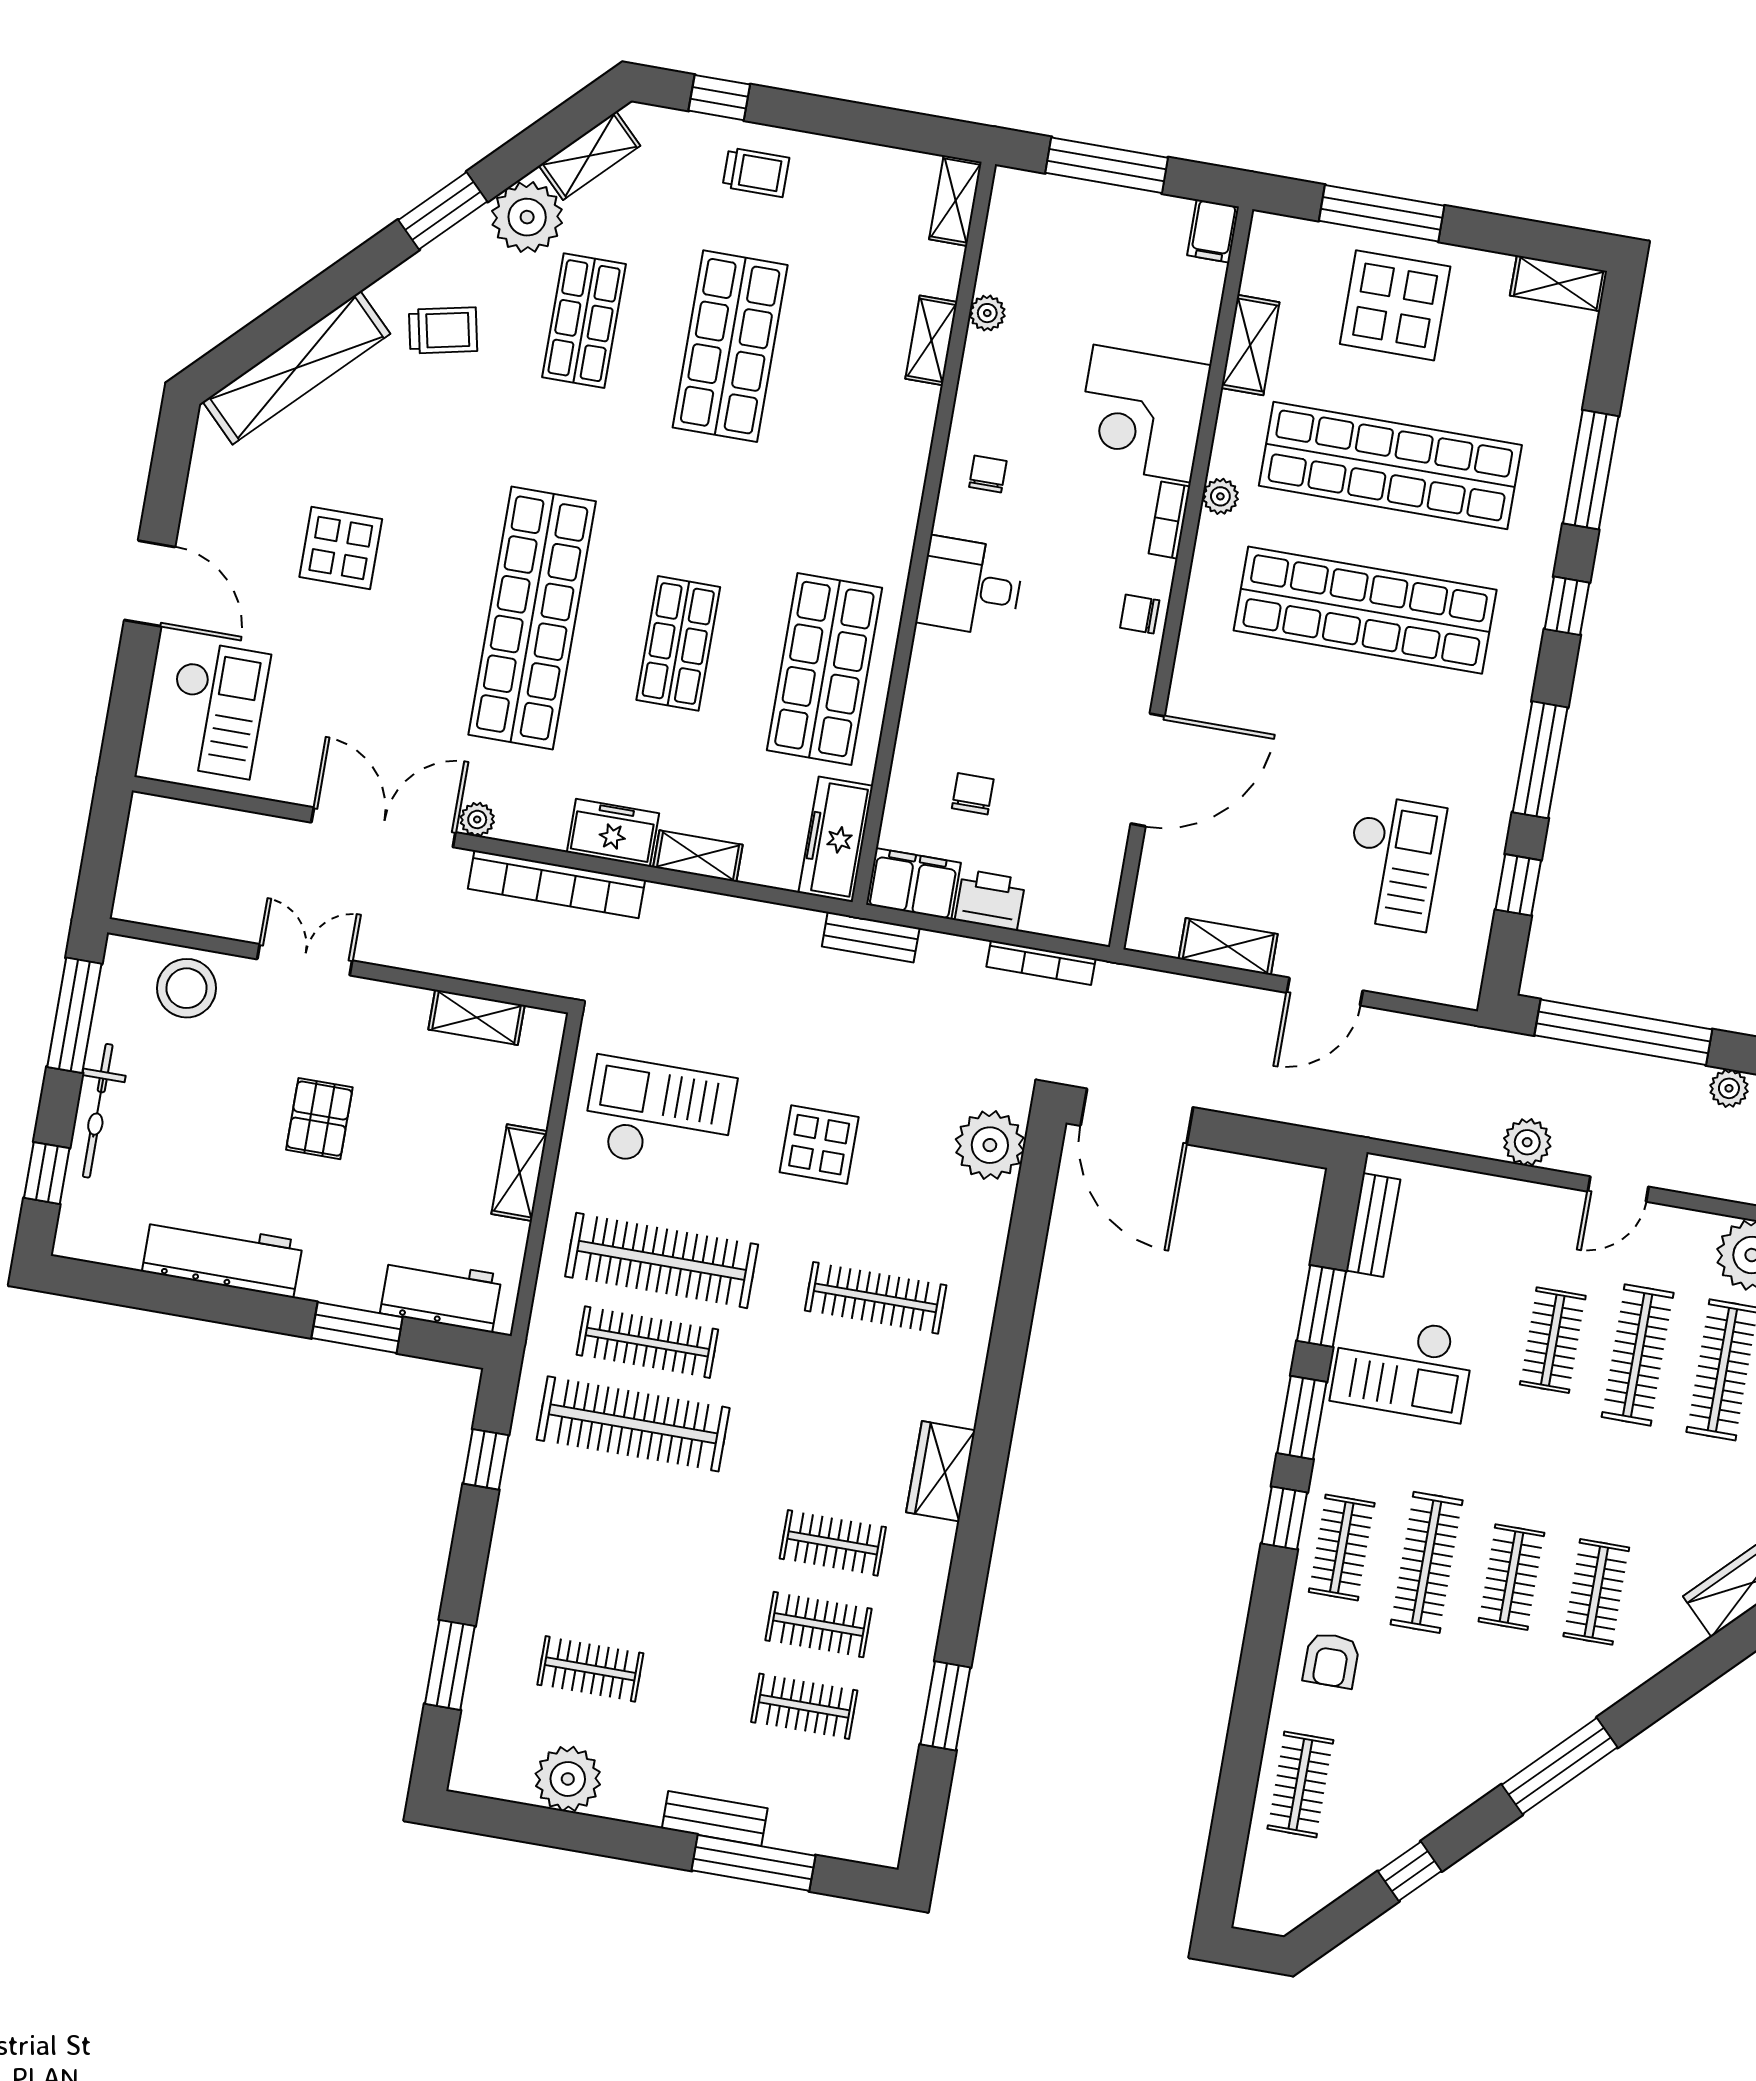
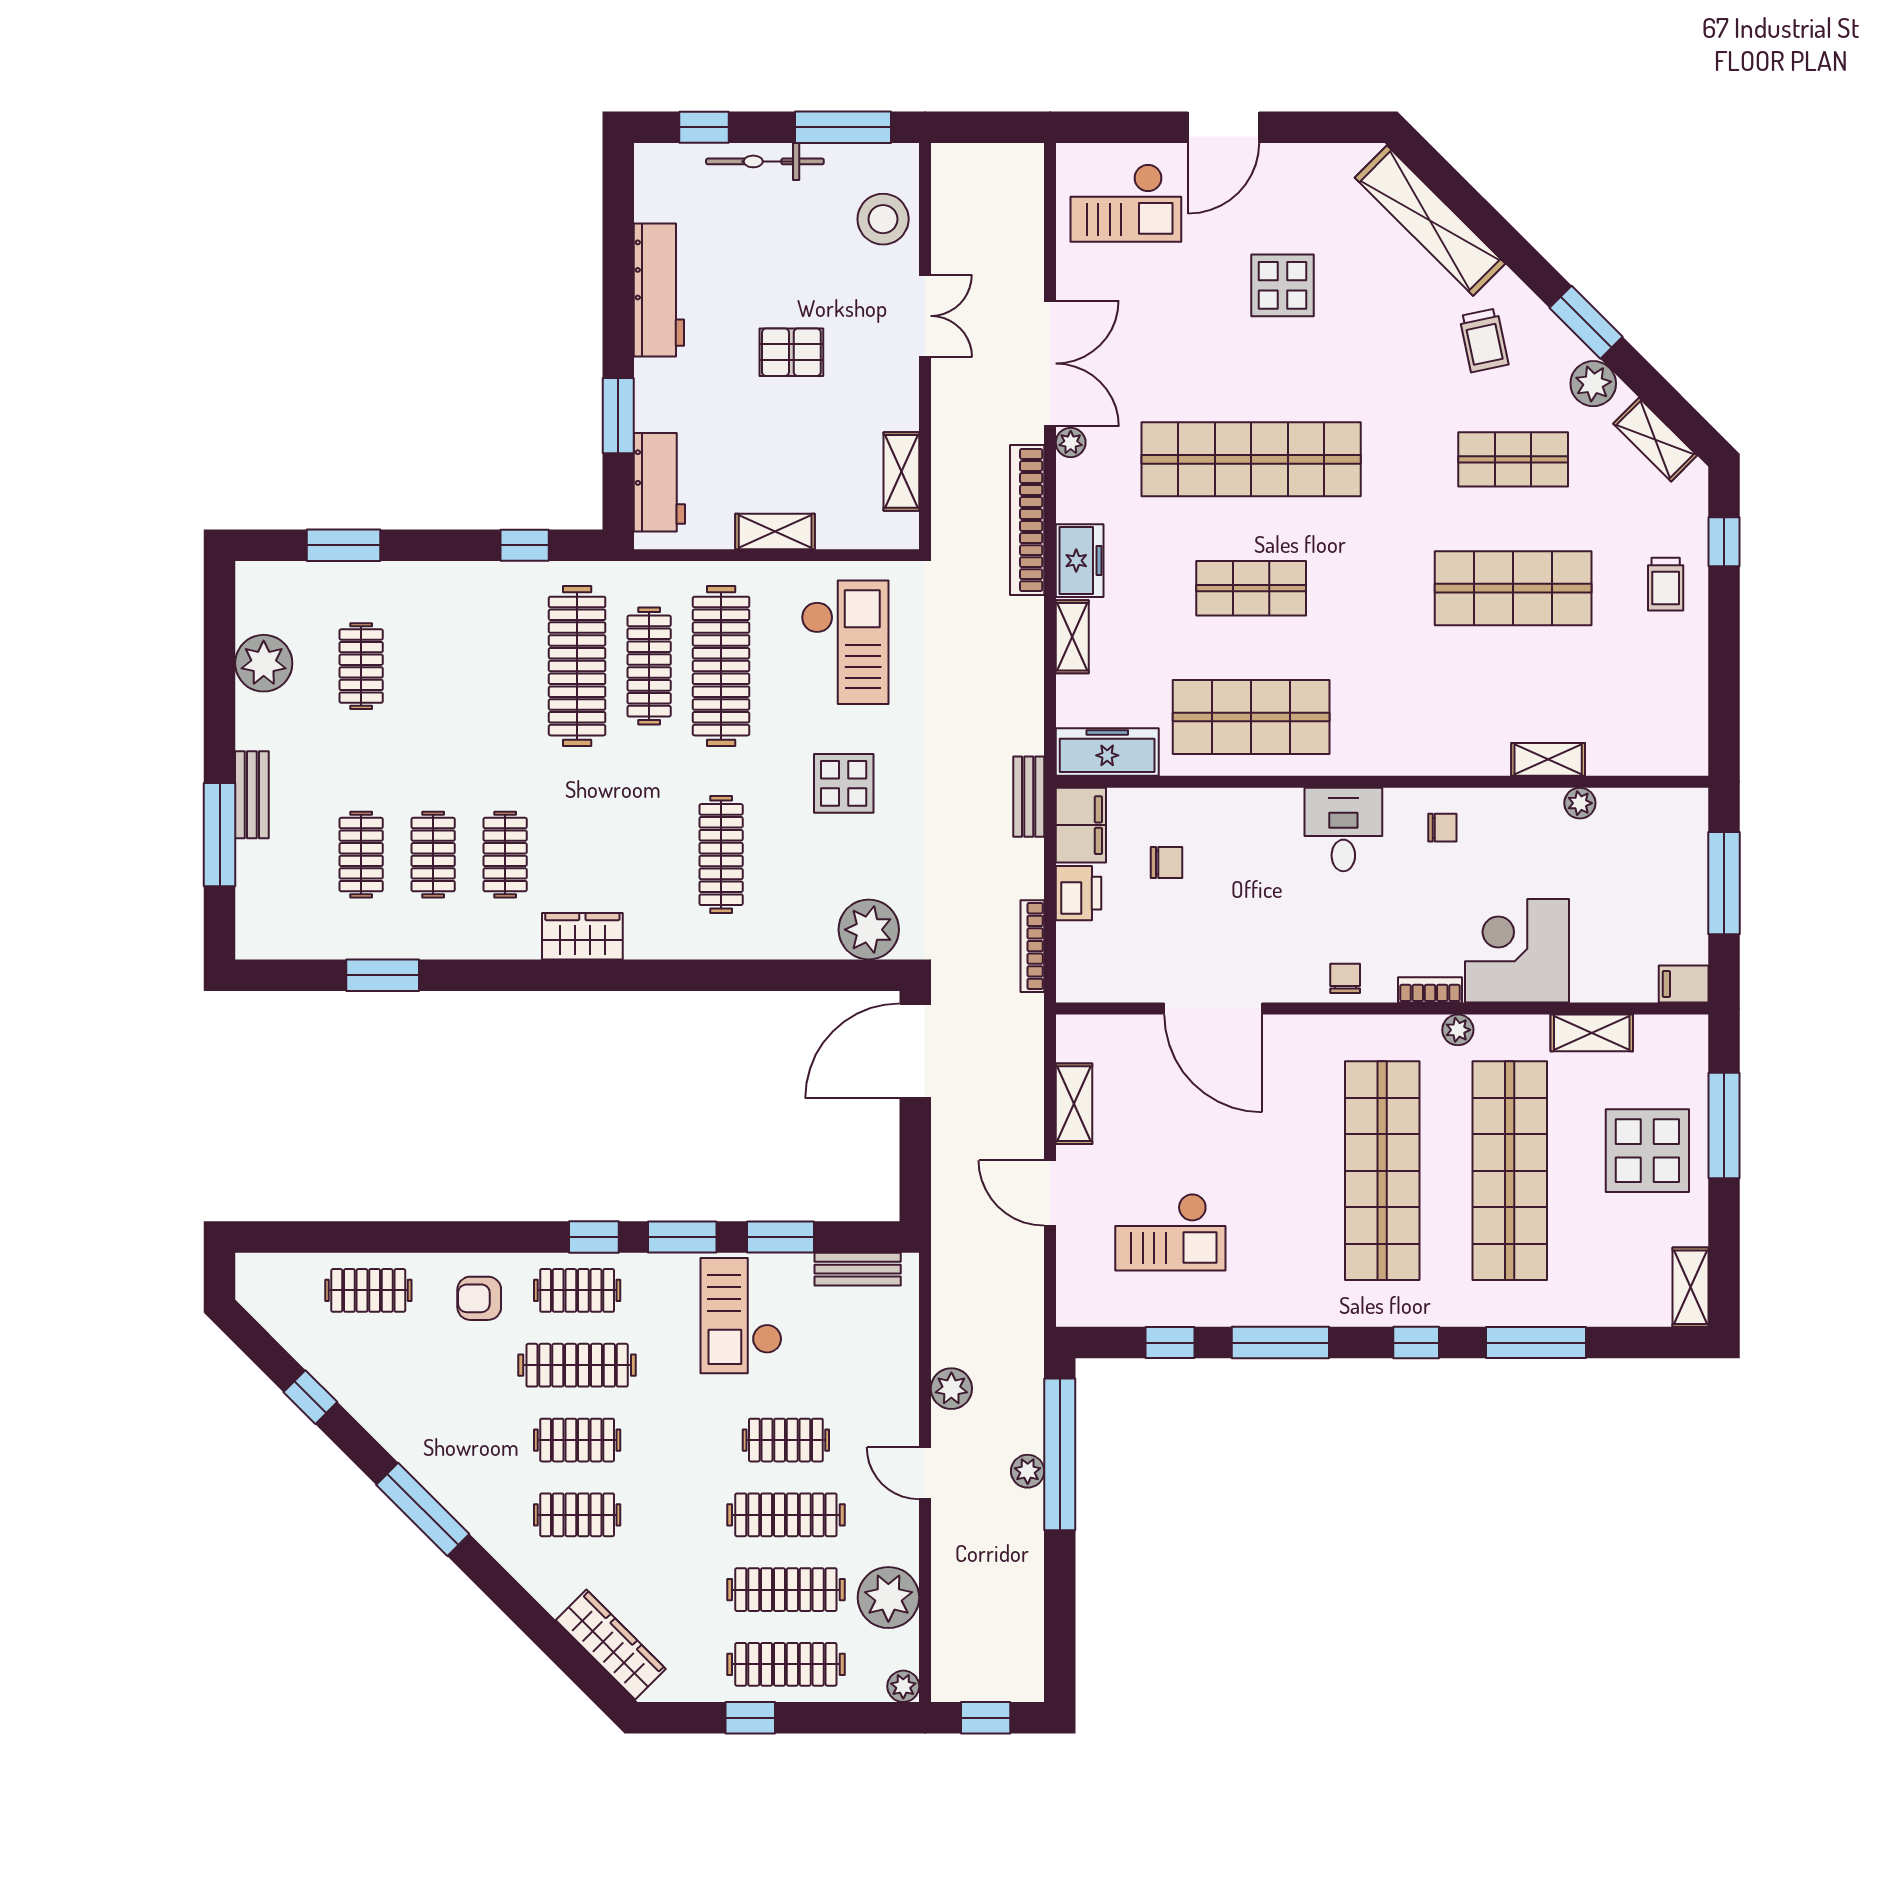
shelving: (956, 201) -> (1671, 759), removed
plant: (527, 217) -> (1593, 384), width x0.73, depth x0.73
plant: (1729, 1088) -> (1028, 1471), moved

